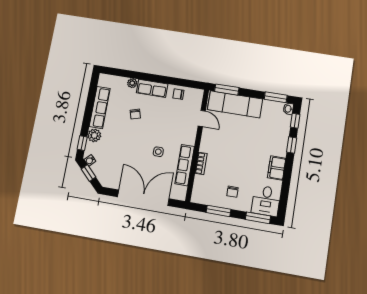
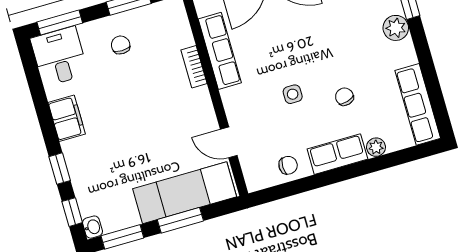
window: (227, 90) -> (180, 220), moved
row of seats: (100, 108) -> (418, 104), moved
side table: (158, 152) -> (293, 94), moved

